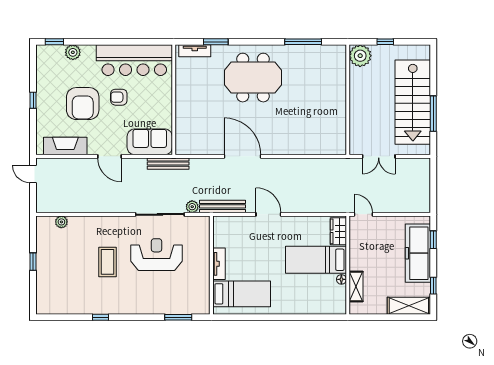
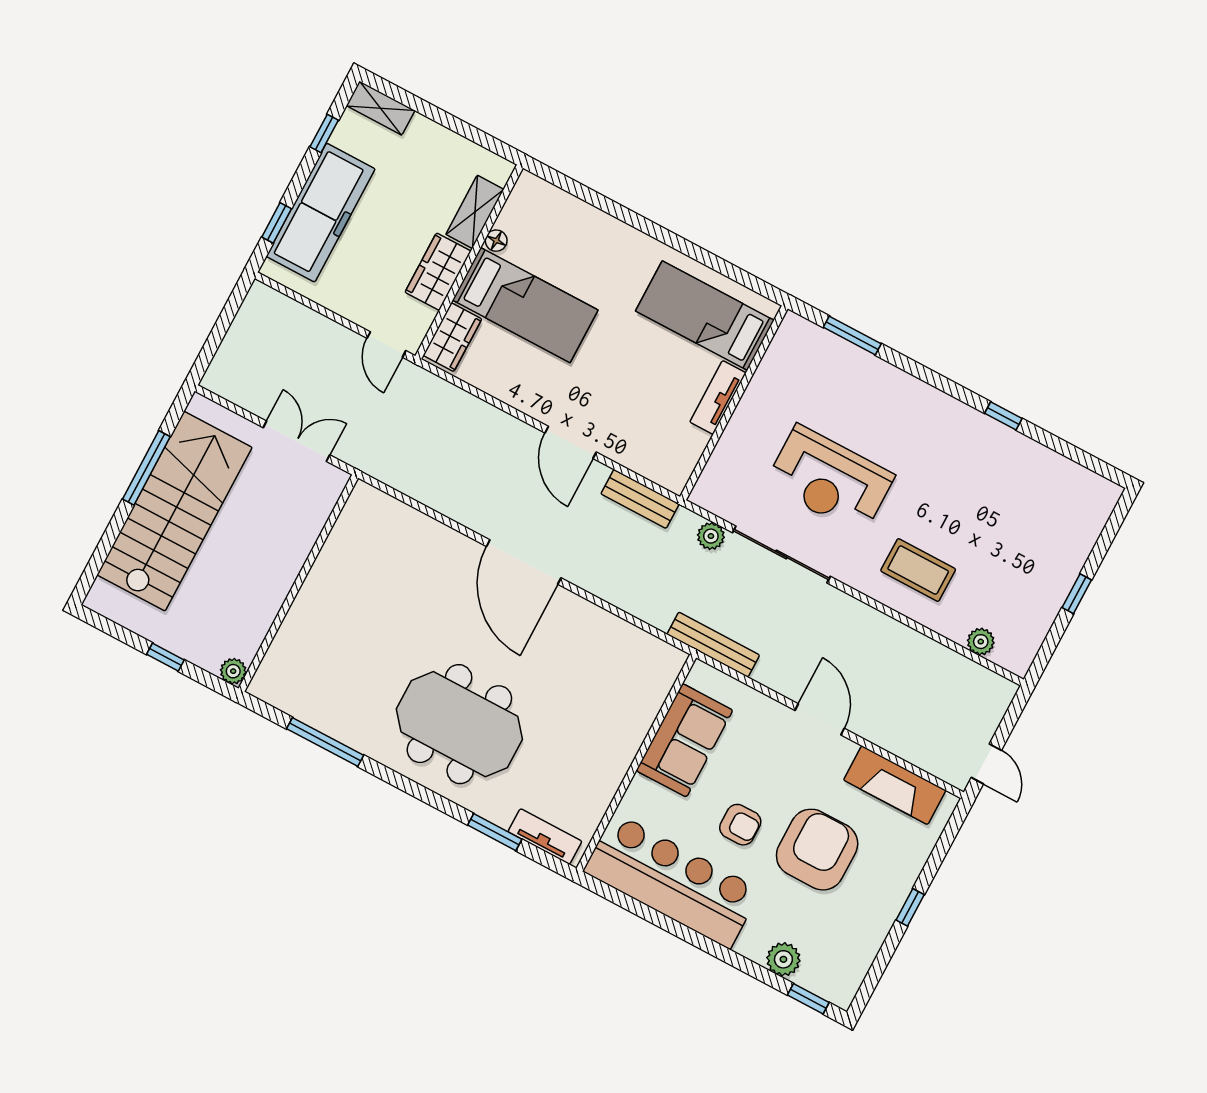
plant: (360, 56) -> (233, 671), width x0.53, depth x0.53
sofa: (150, 142) -> (684, 740), moved, turned -90
door: (242, 156) -> (524, 562), moved
bench: (222, 206) -> (640, 499), width x0.73
wardrobe: (358, 255) -> (438, 272), added
coffee table: (108, 262) -> (918, 570), moved, turned 90
shelving: (409, 306) -> (381, 108), width x0.67, depth x0.75

